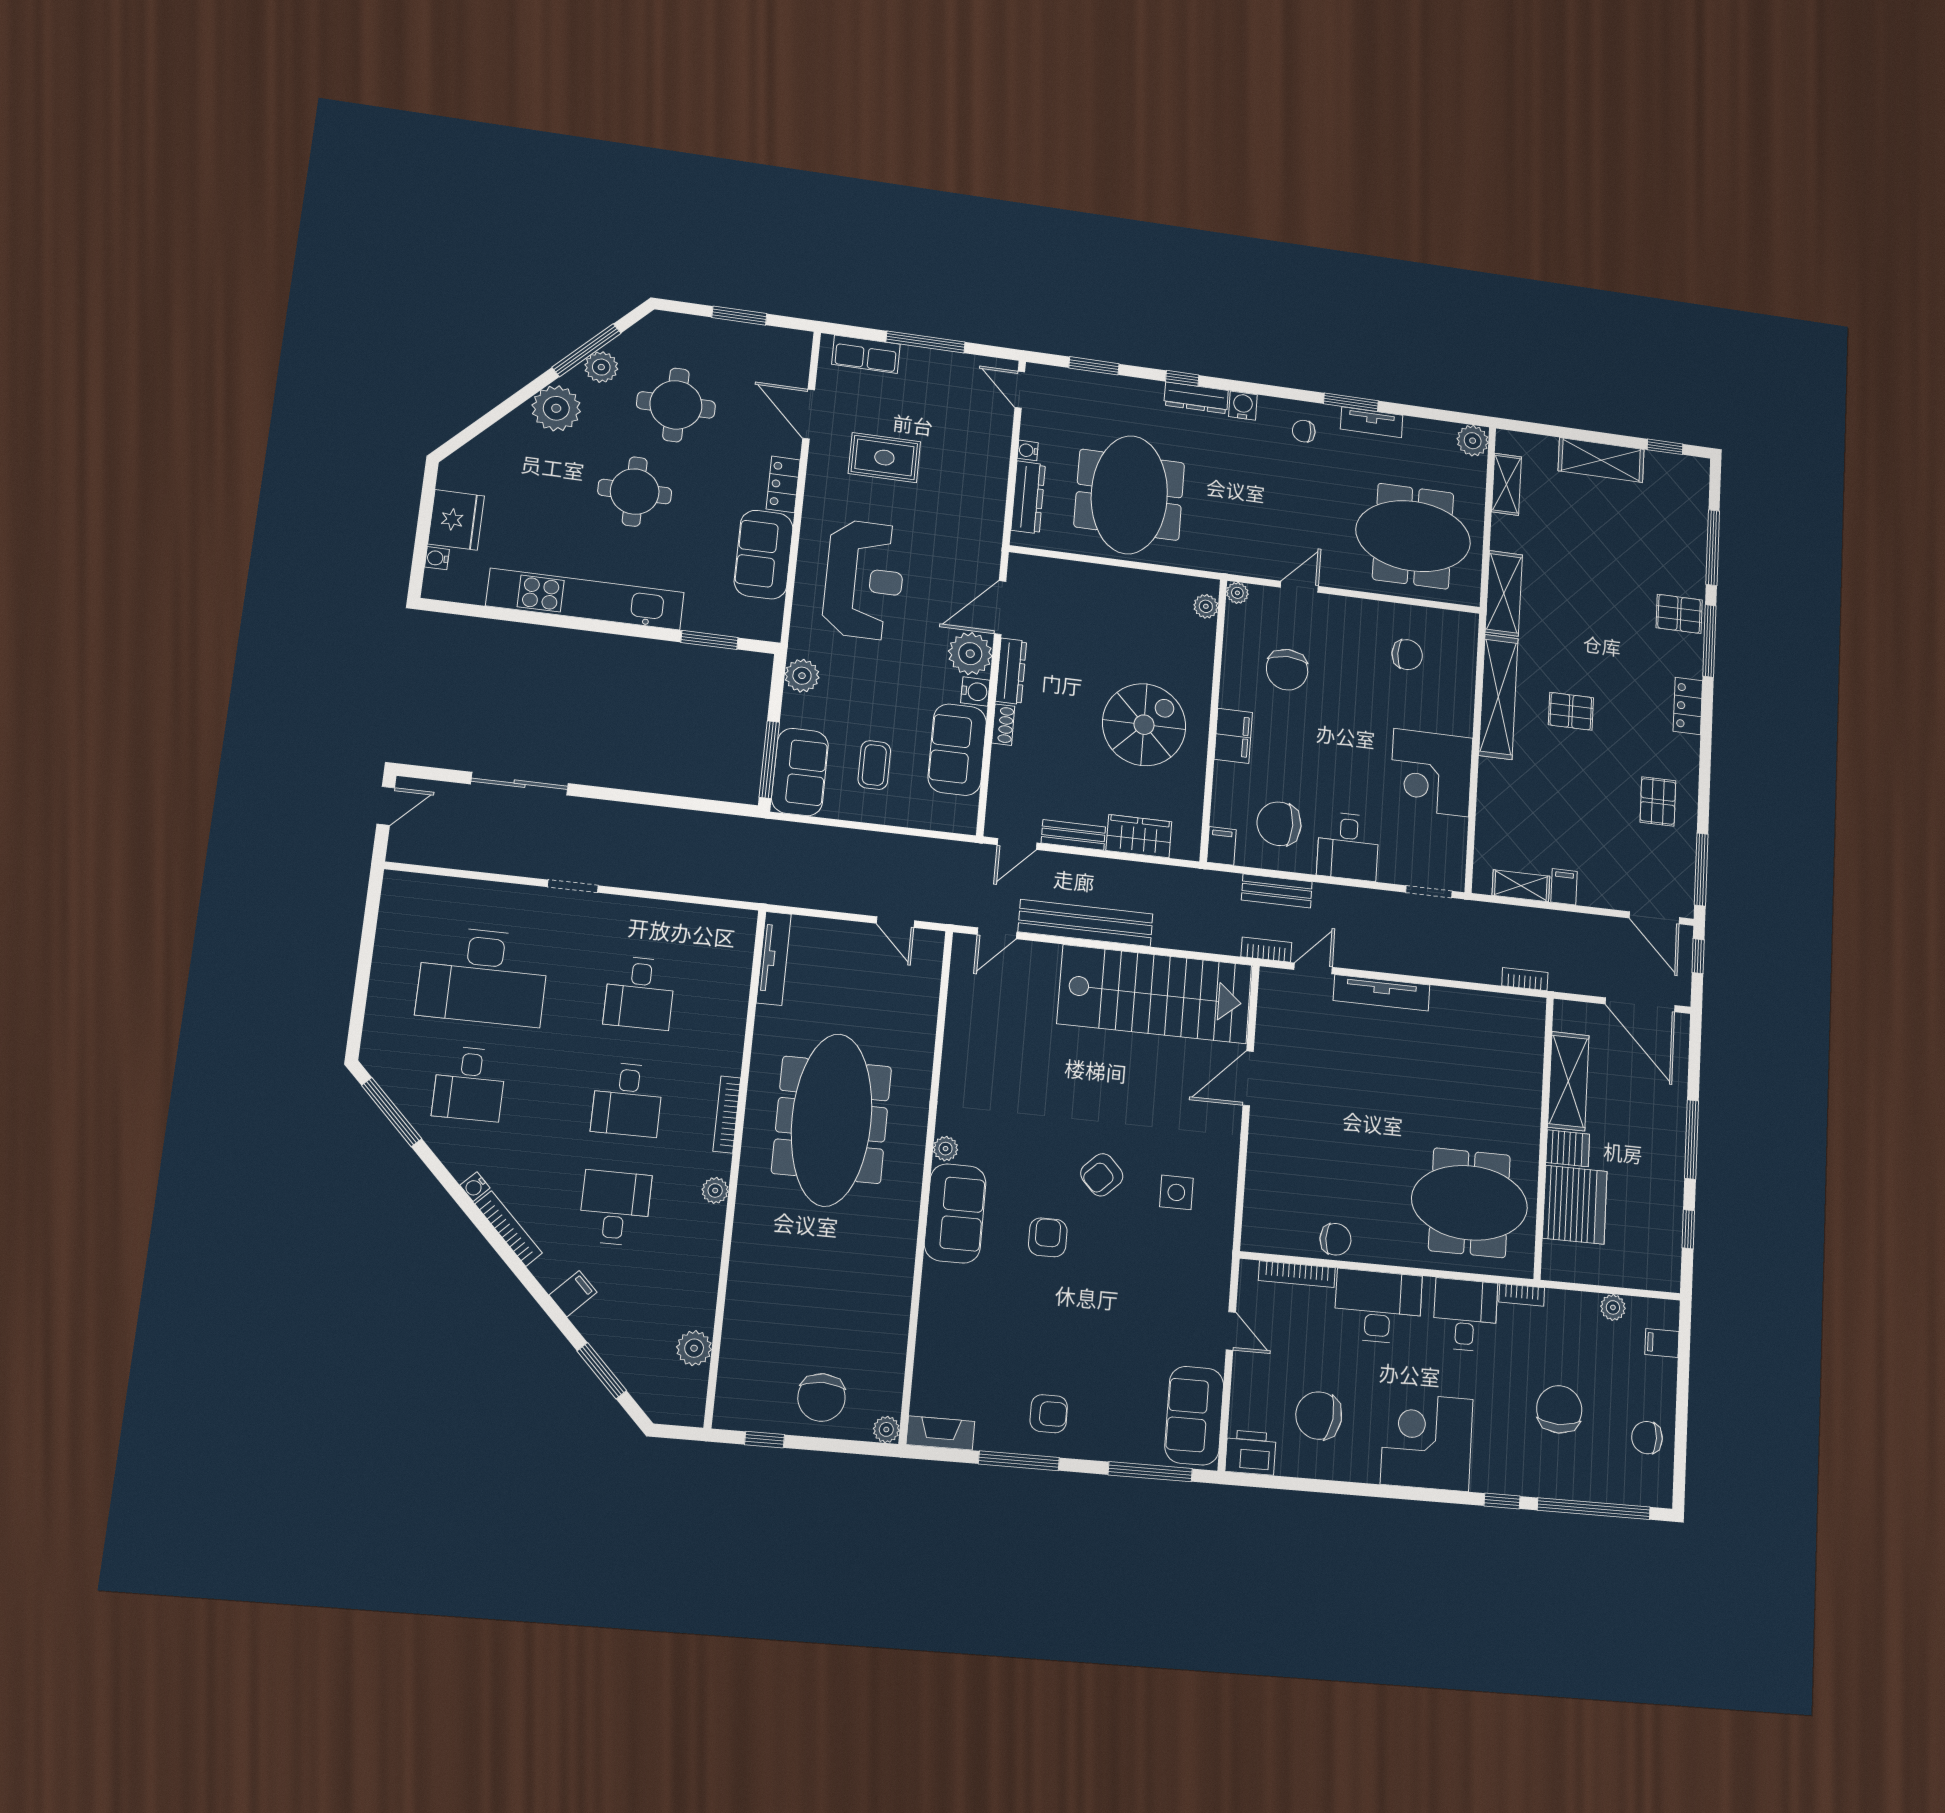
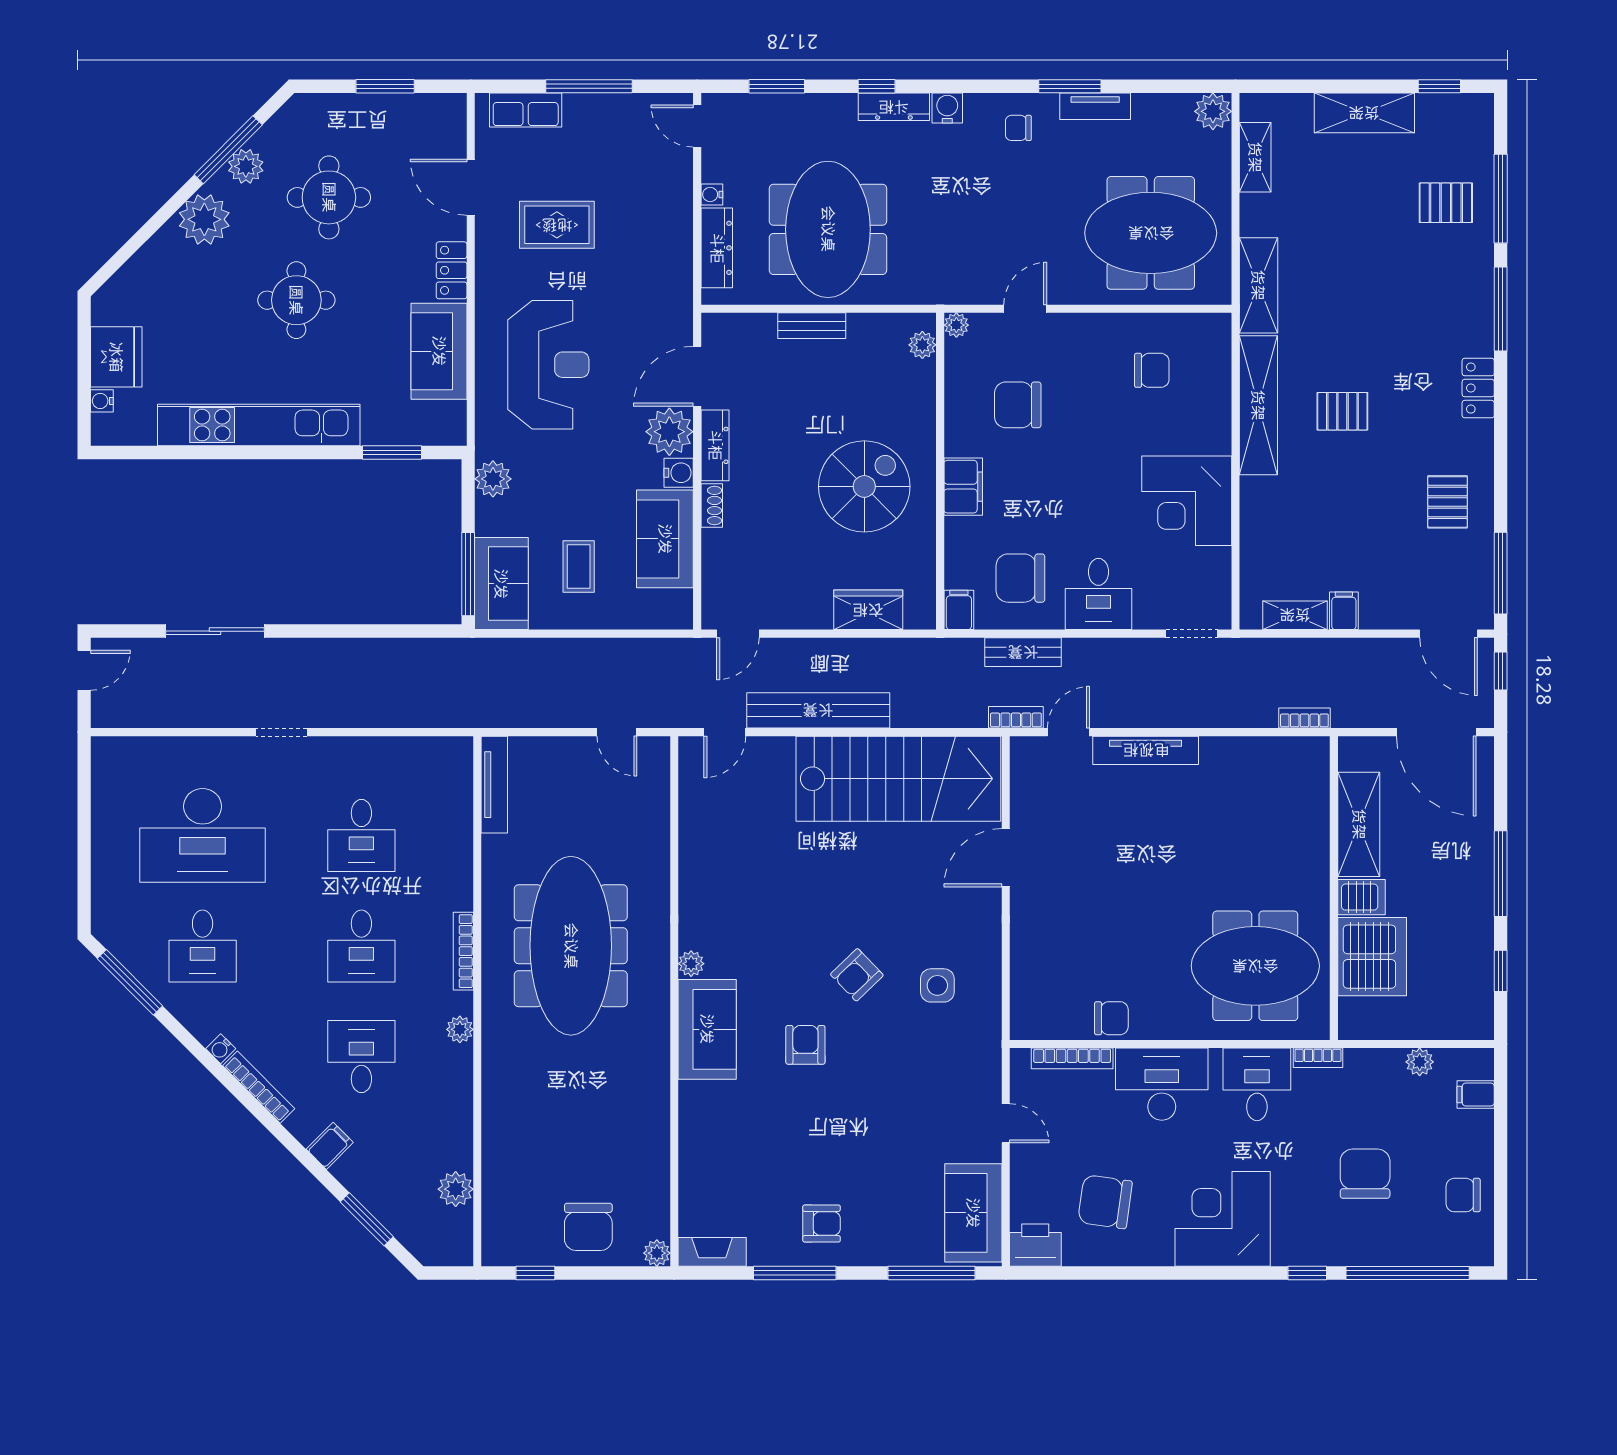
pallet: (1679, 614) -> (1446, 203), moved
chair: (1287, 670) -> (1018, 405), turned 90
bench: (1073, 835) -> (812, 326), moved

